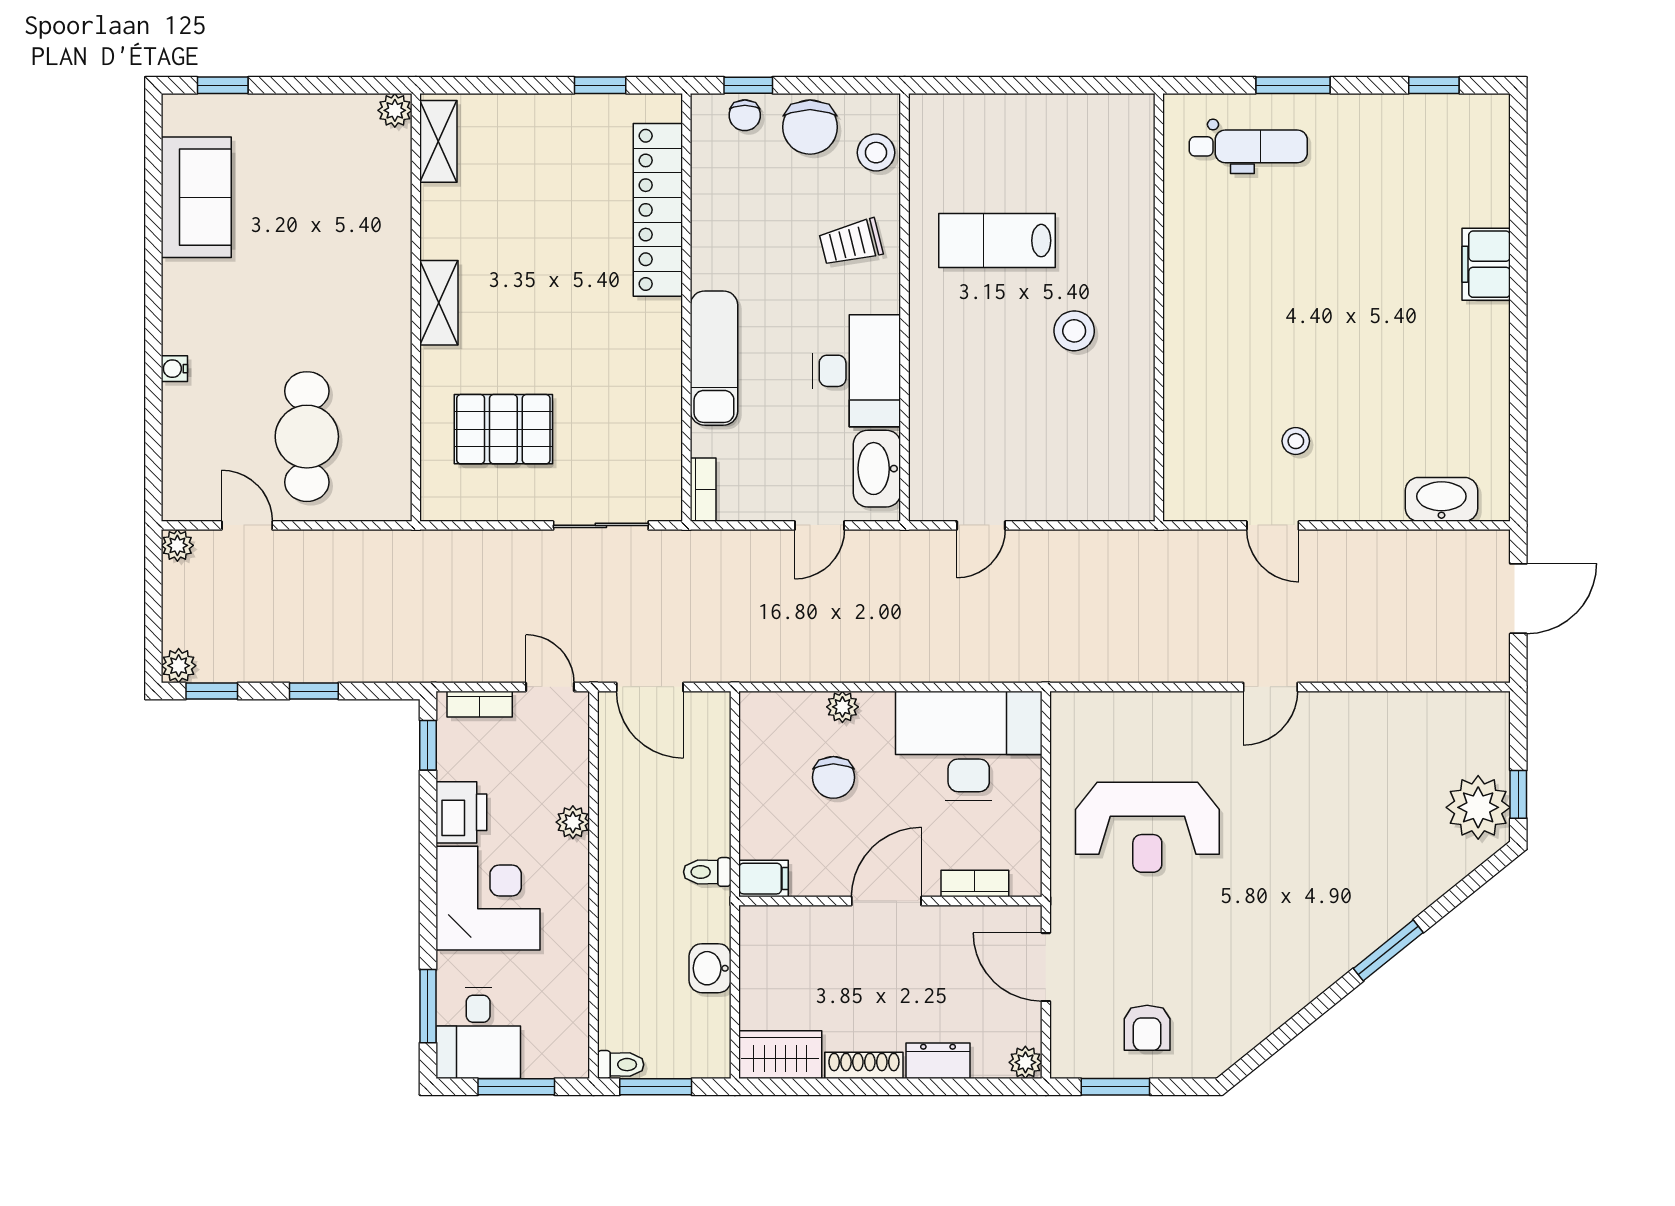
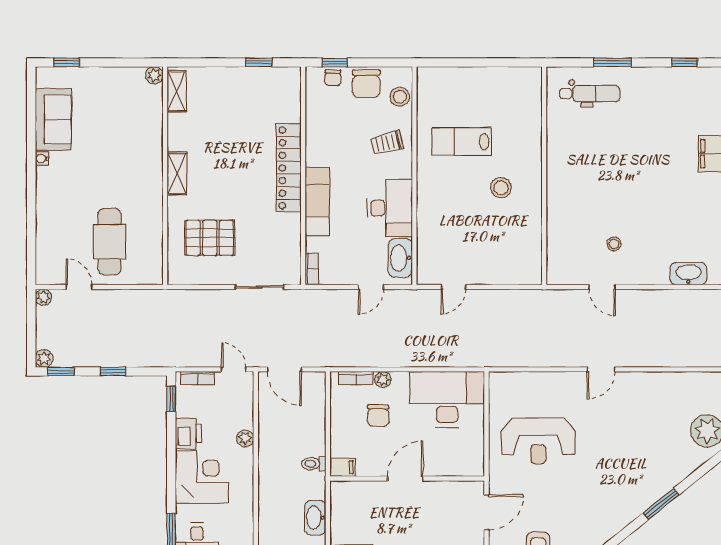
locker: (658, 210) -> (289, 168), moved
water cooler: (174, 369) -> (42, 159), moved
bookcase: (975, 883) -> (356, 378), moved, turned 180
door: (1046, 967) -> (486, 512), swing flipped
washbasin: (710, 968) -> (315, 518), width x1.38

